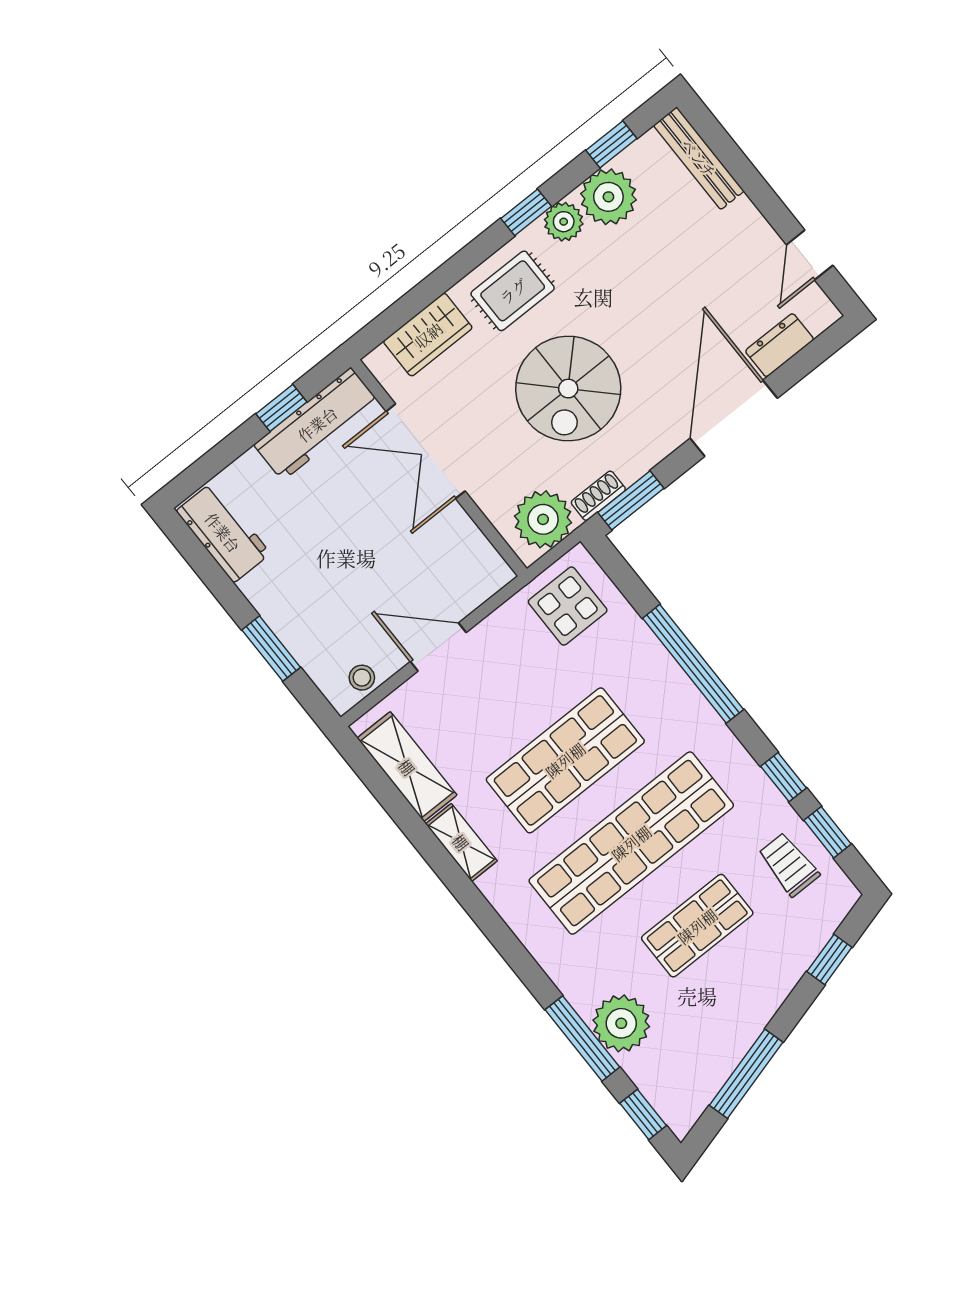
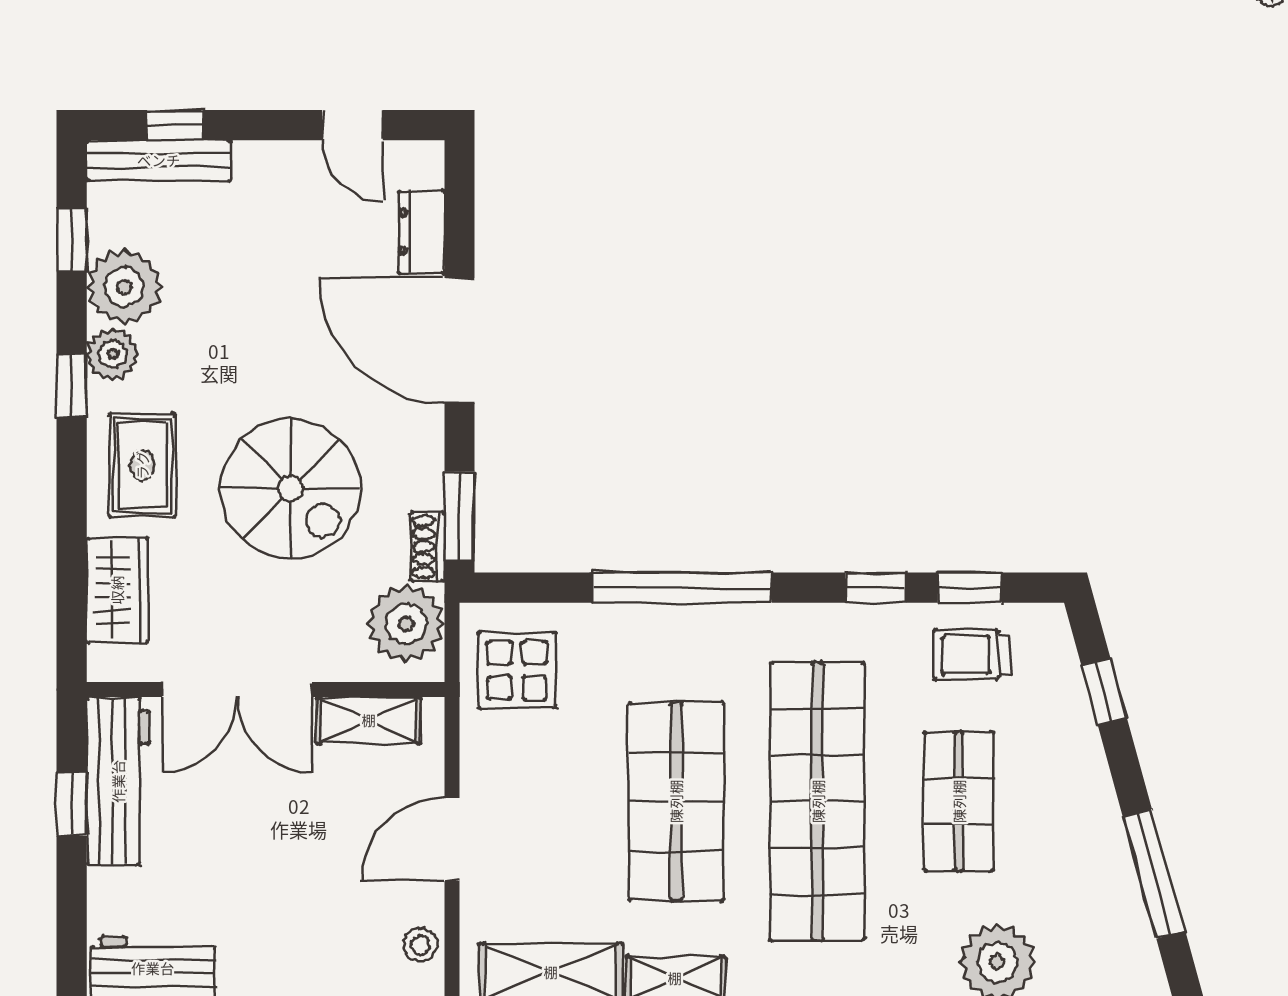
window: (727, 151) -> (175, 125), added
shelving: (469, 543) -> (369, 720), added

